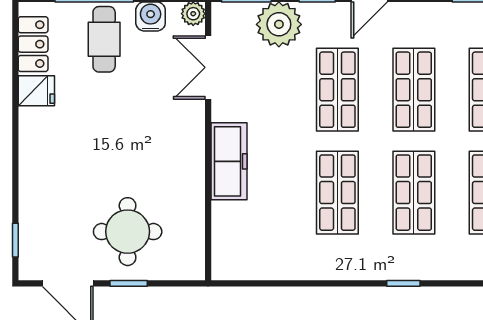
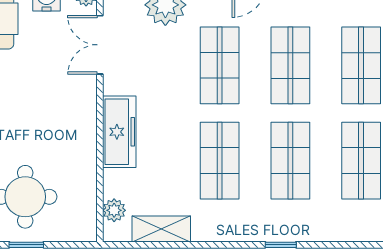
plant: (224, 246) -> (114, 210), added
shelving: (274, 266) -> (161, 229), added

